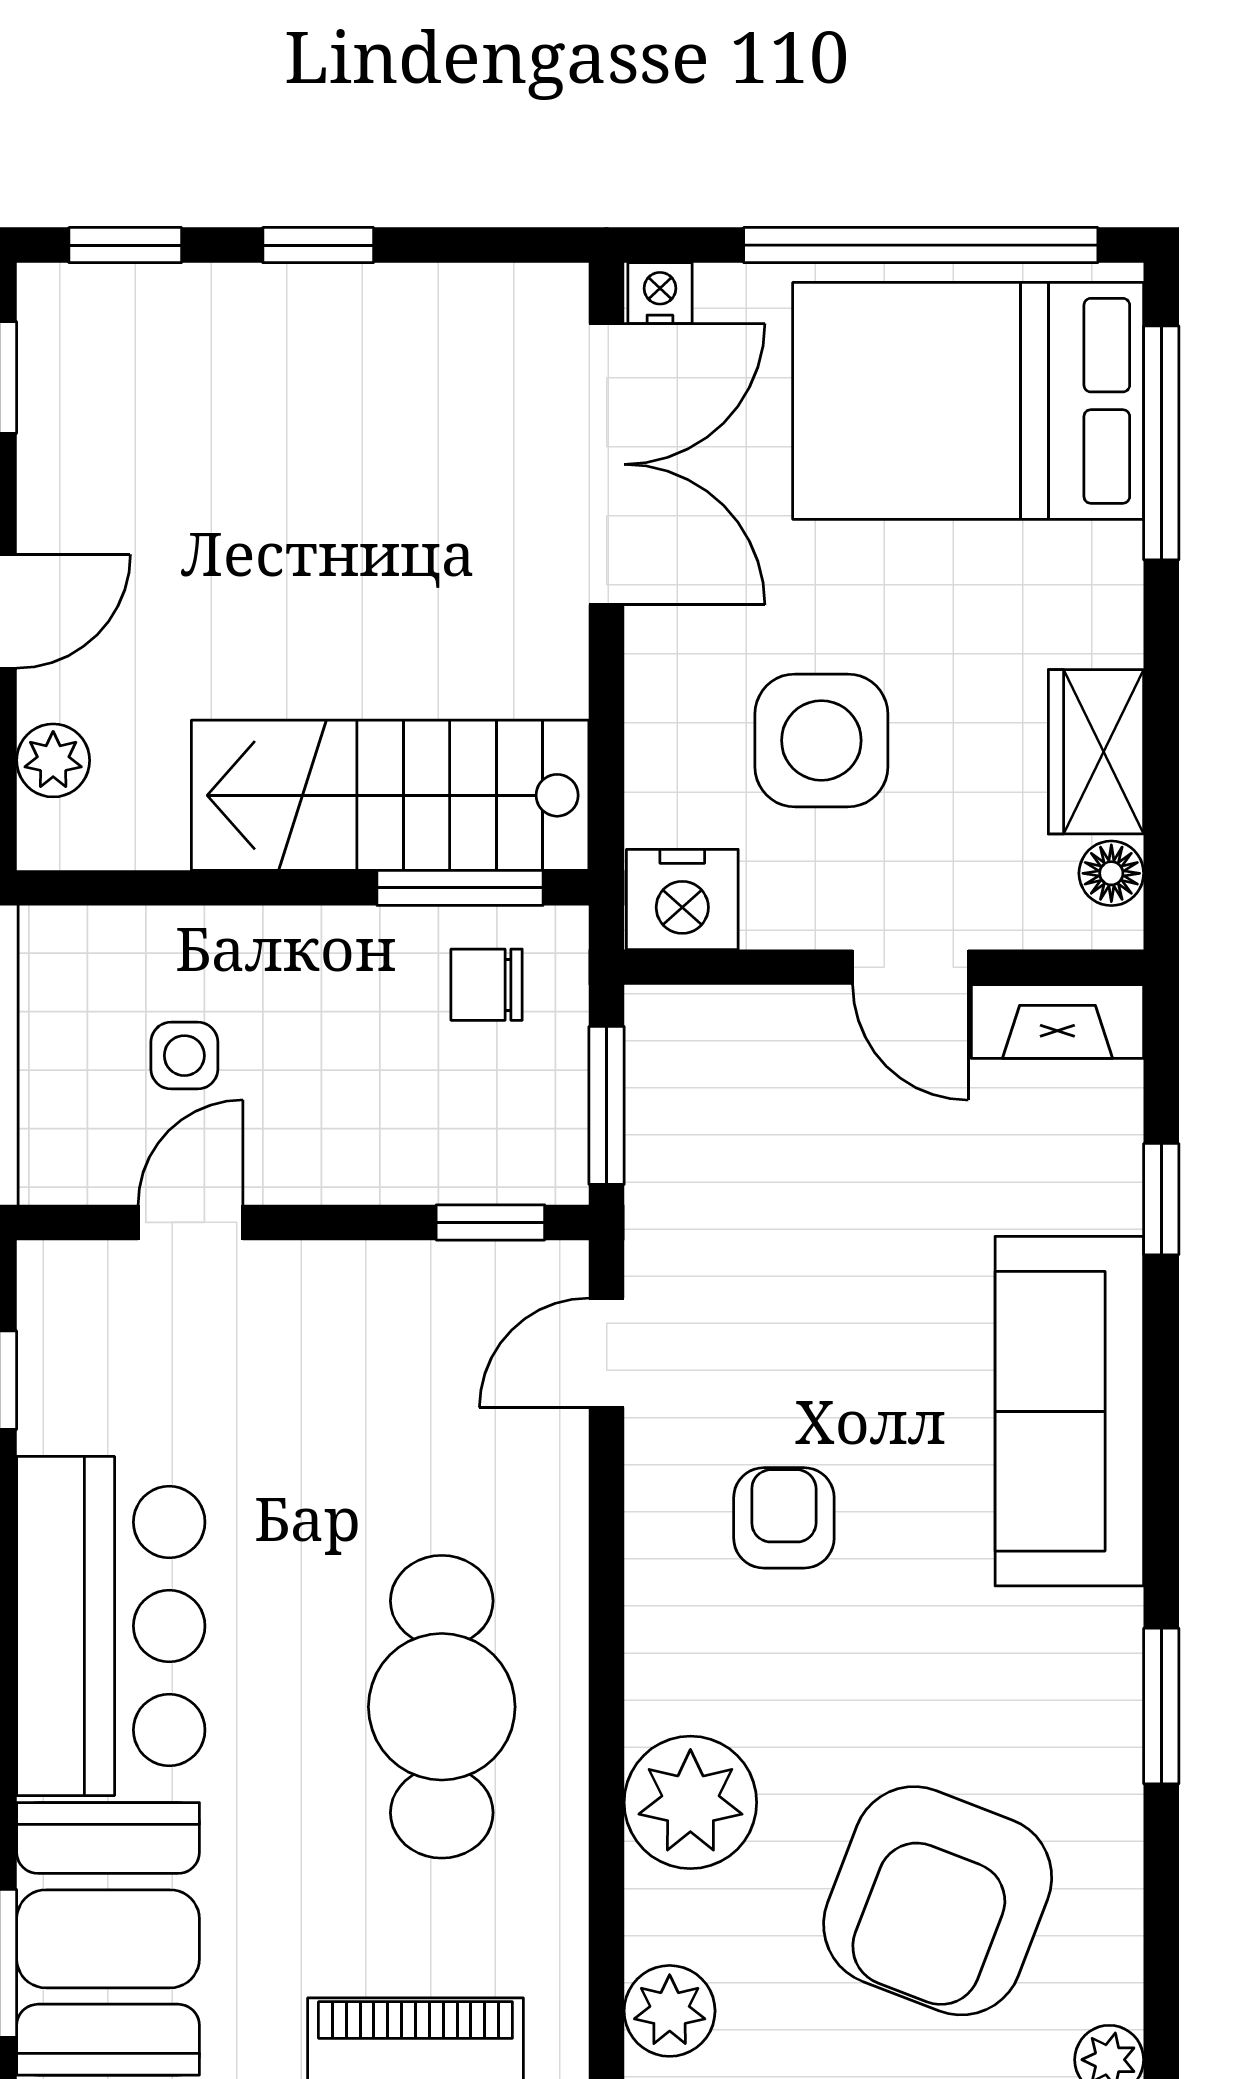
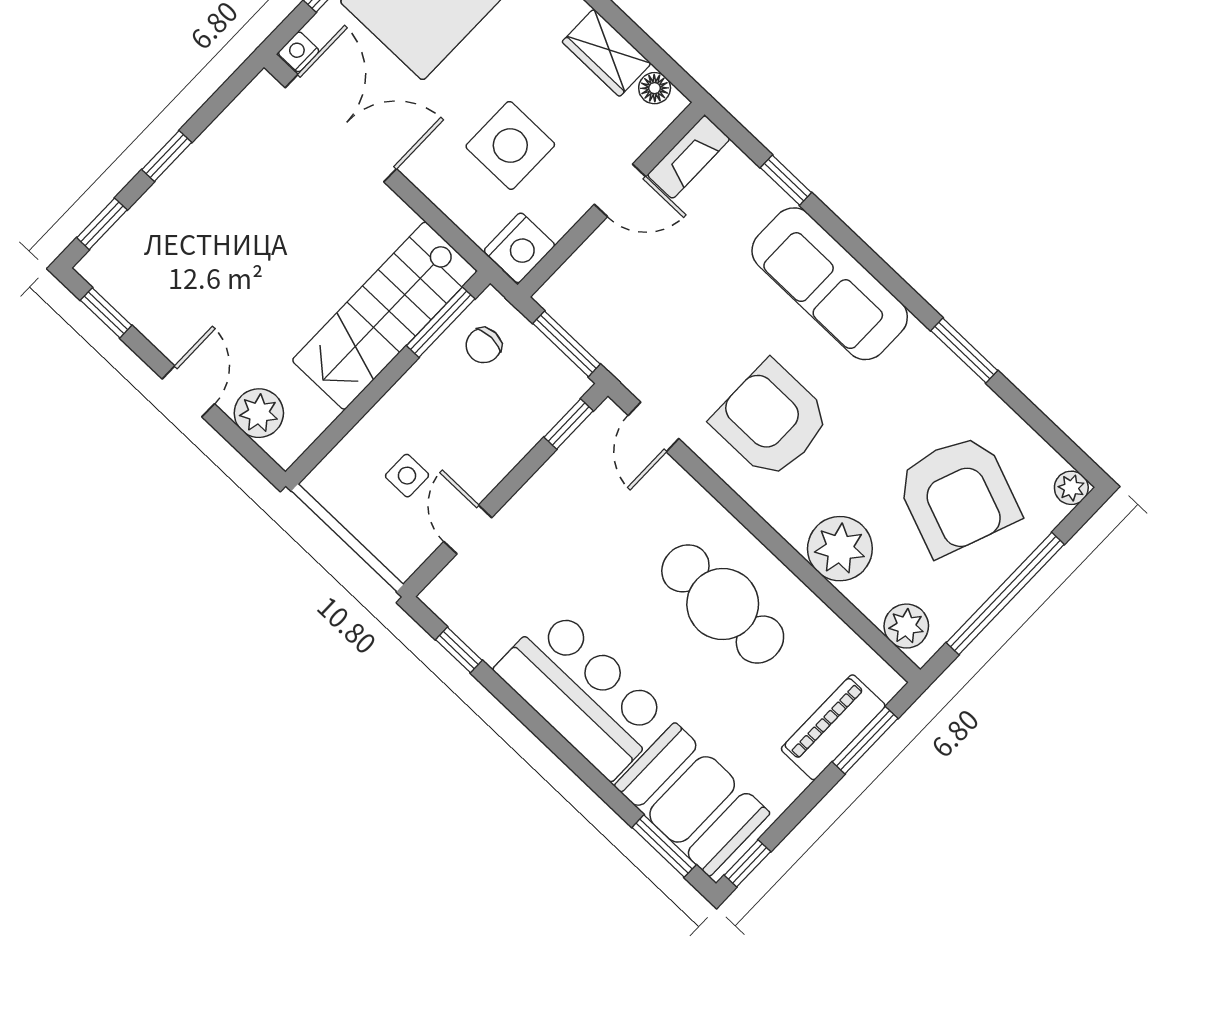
plant: (53, 760) -> (259, 413), width x1.38, depth x1.38
armchair: (784, 1518) -> (771, 420), width x1.88, depth x1.88

